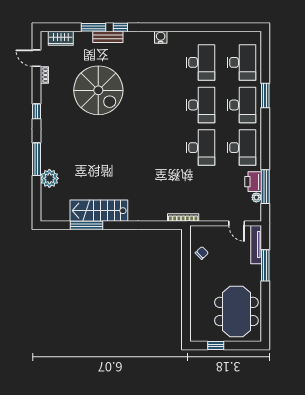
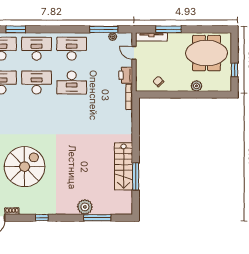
window: (265, 95) -> (16, 29), moved
desk: (201, 148) -> (72, 82), turned 180
window: (36, 159) -> (97, 218), moved
plant: (49, 178) -> (85, 207), moved
printer: (253, 182) -> (126, 75), moved, turned 90
door: (237, 223) -> (134, 53), swing flipped
plant: (196, 299) -> (196, 86), added

